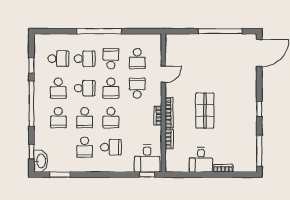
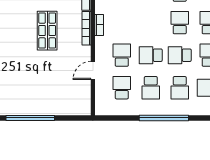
school desk: (85, 59) -> (180, 88), turned -90
school desk: (111, 88) -> (151, 55), turned -90
school desk: (137, 88) -> (122, 55), turned 180
school desk: (111, 118) -> (151, 23), removed

